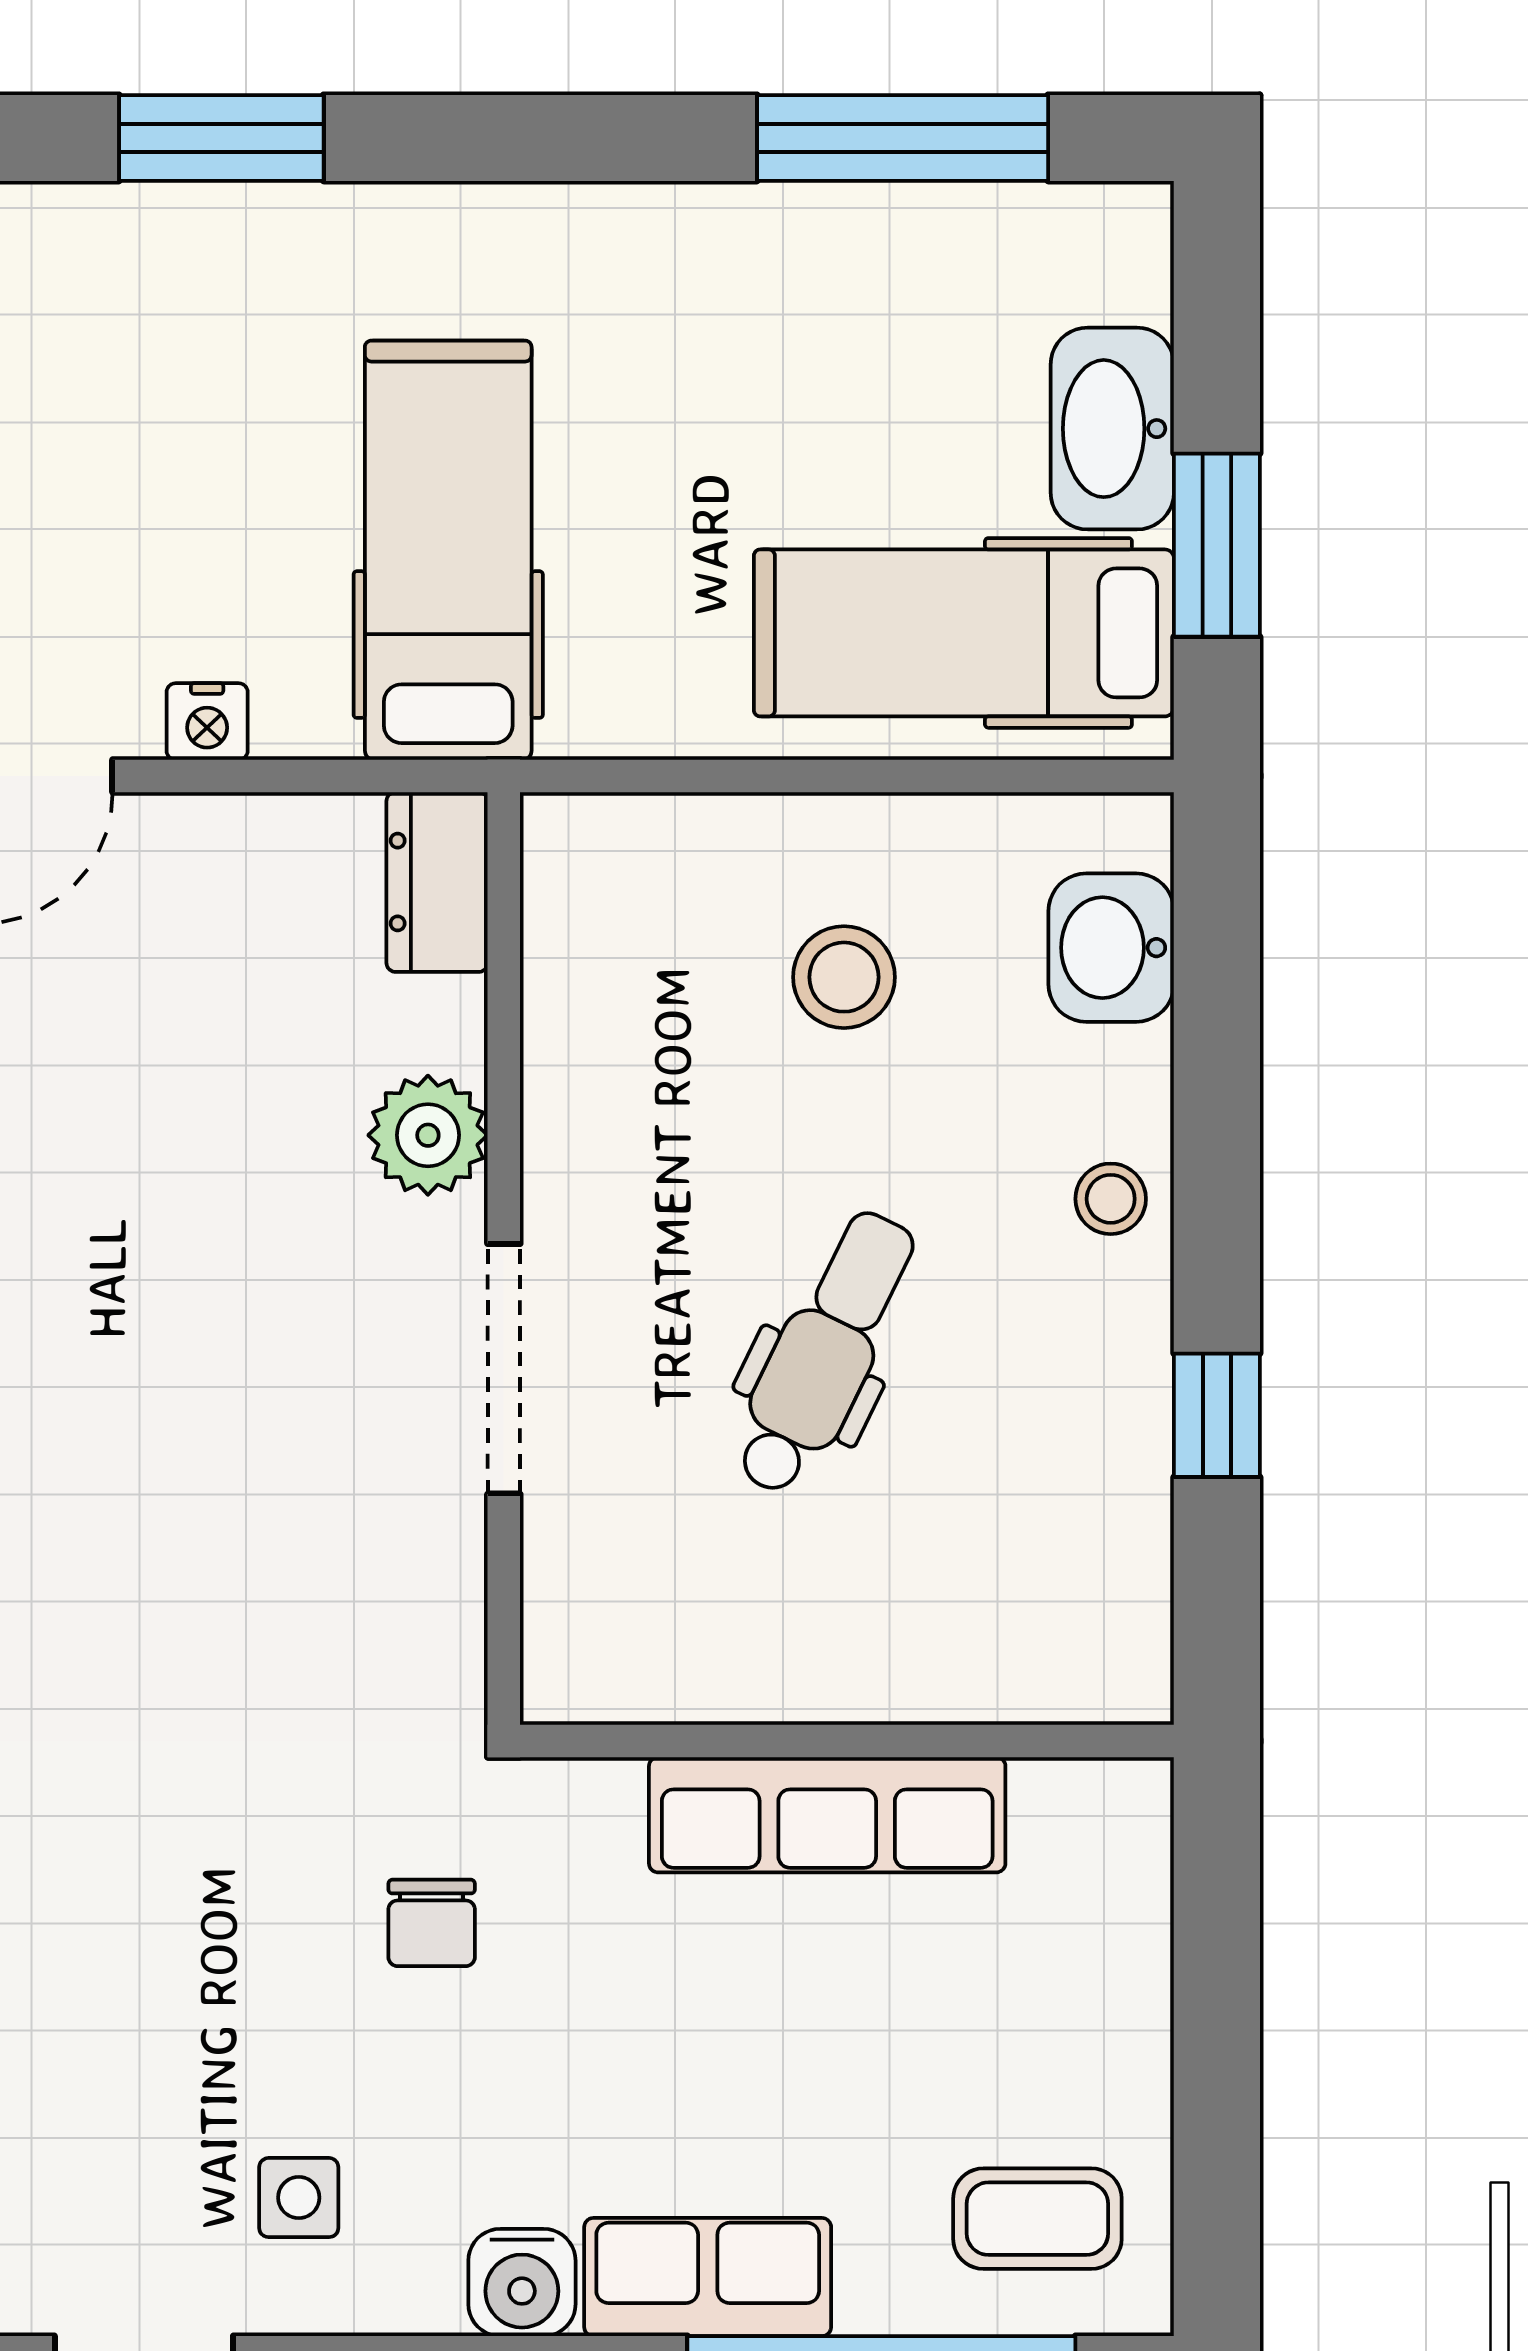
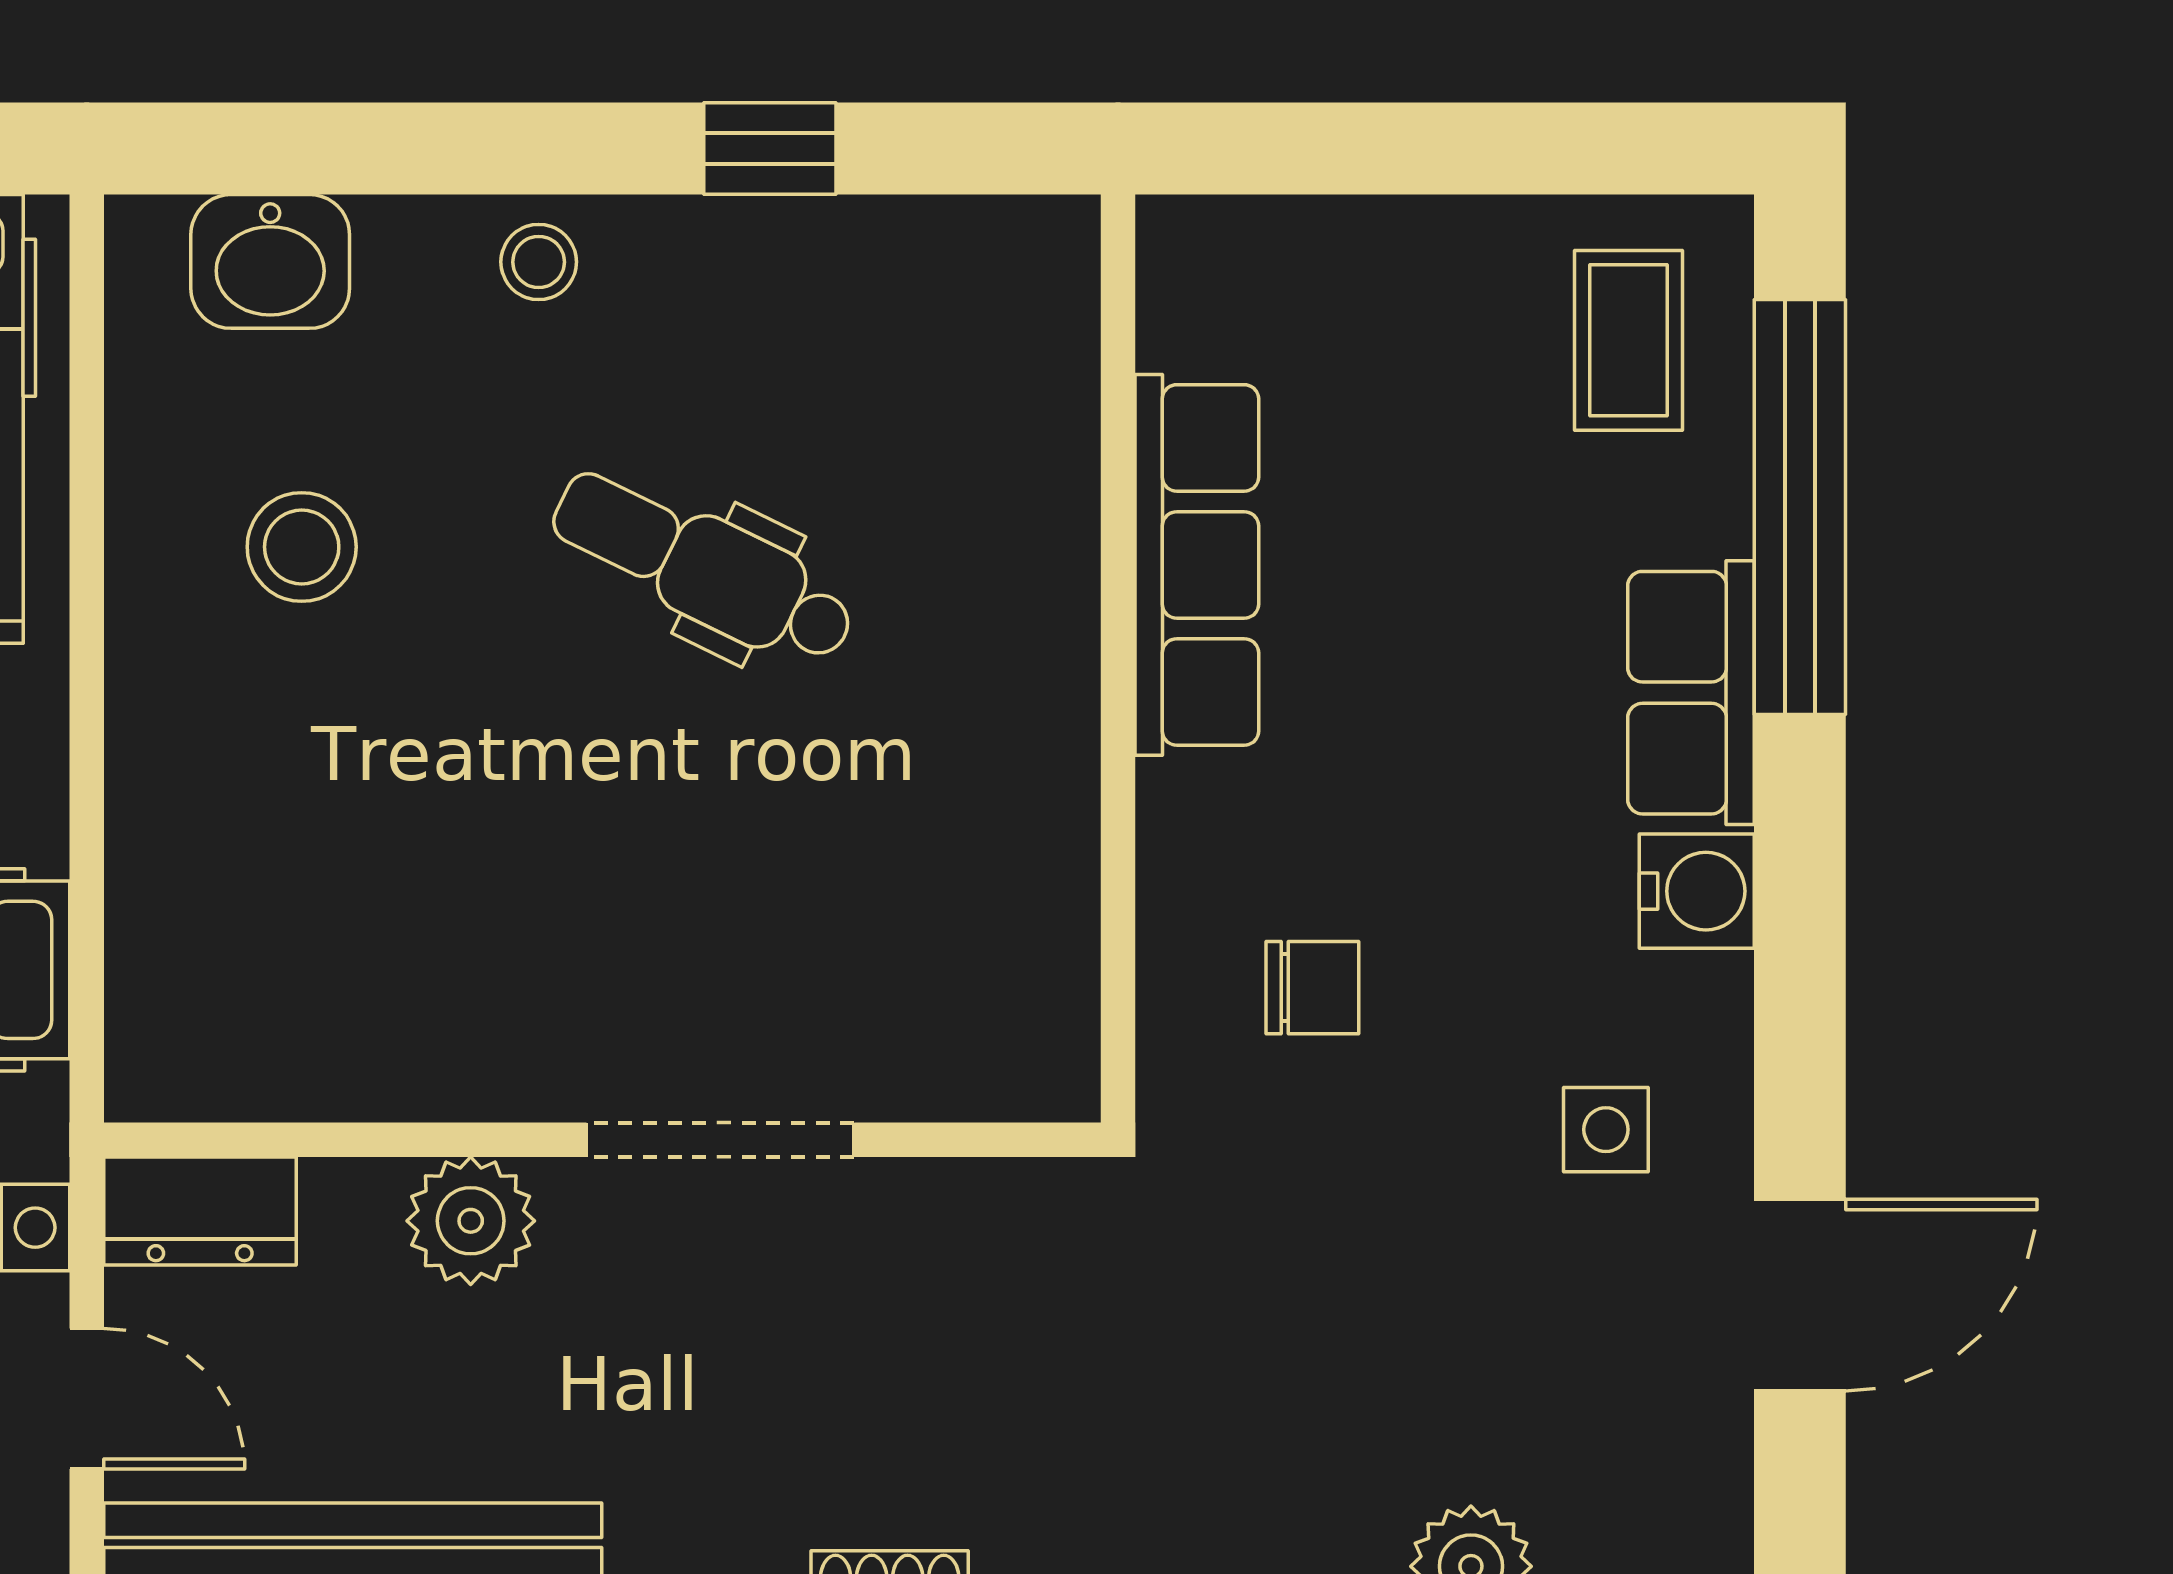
dresser: (437, 882) -> (200, 1211), moved
plant: (428, 1135) -> (471, 1221), moved
wall: (504, 1258) -> (602, 1140), moved
doorway: (504, 1369) -> (720, 1140), moved

